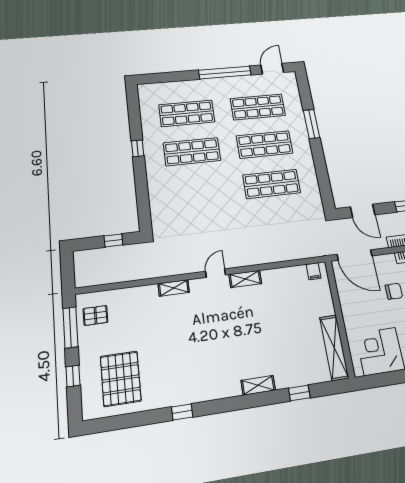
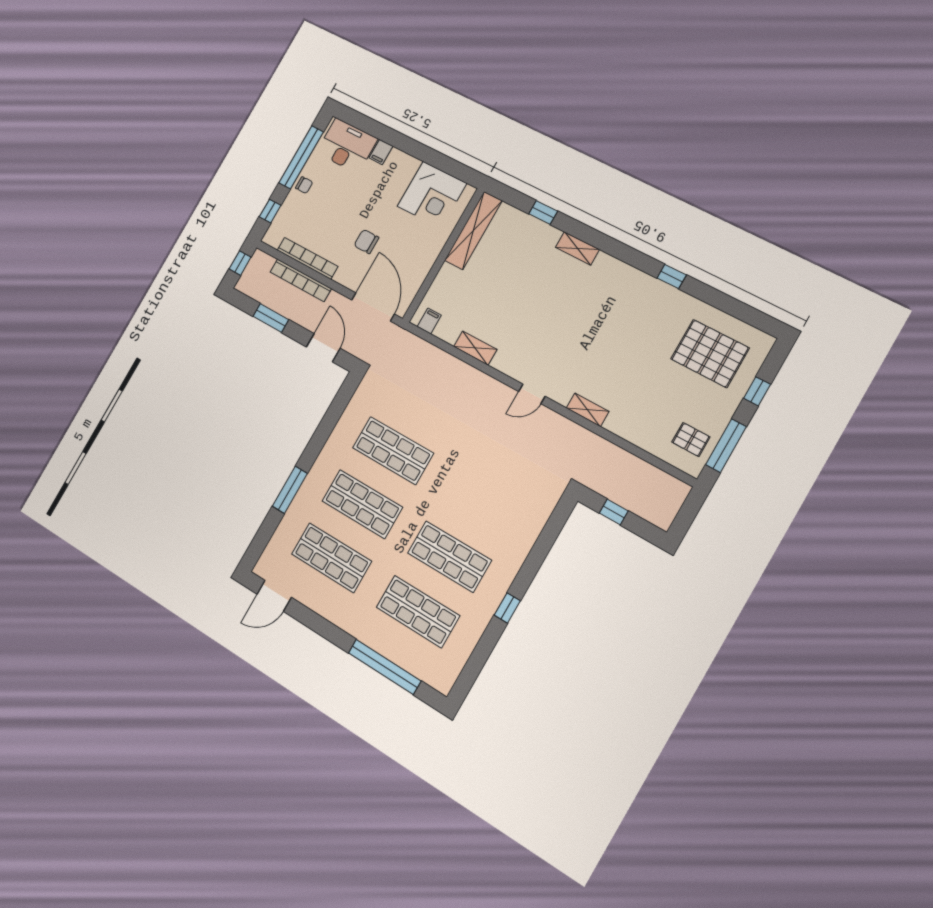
window: (225, 73) -> (385, 667), moved
shelving: (245, 279) -> (475, 348), moved
pallet: (121, 379) -> (710, 354), turned 90

